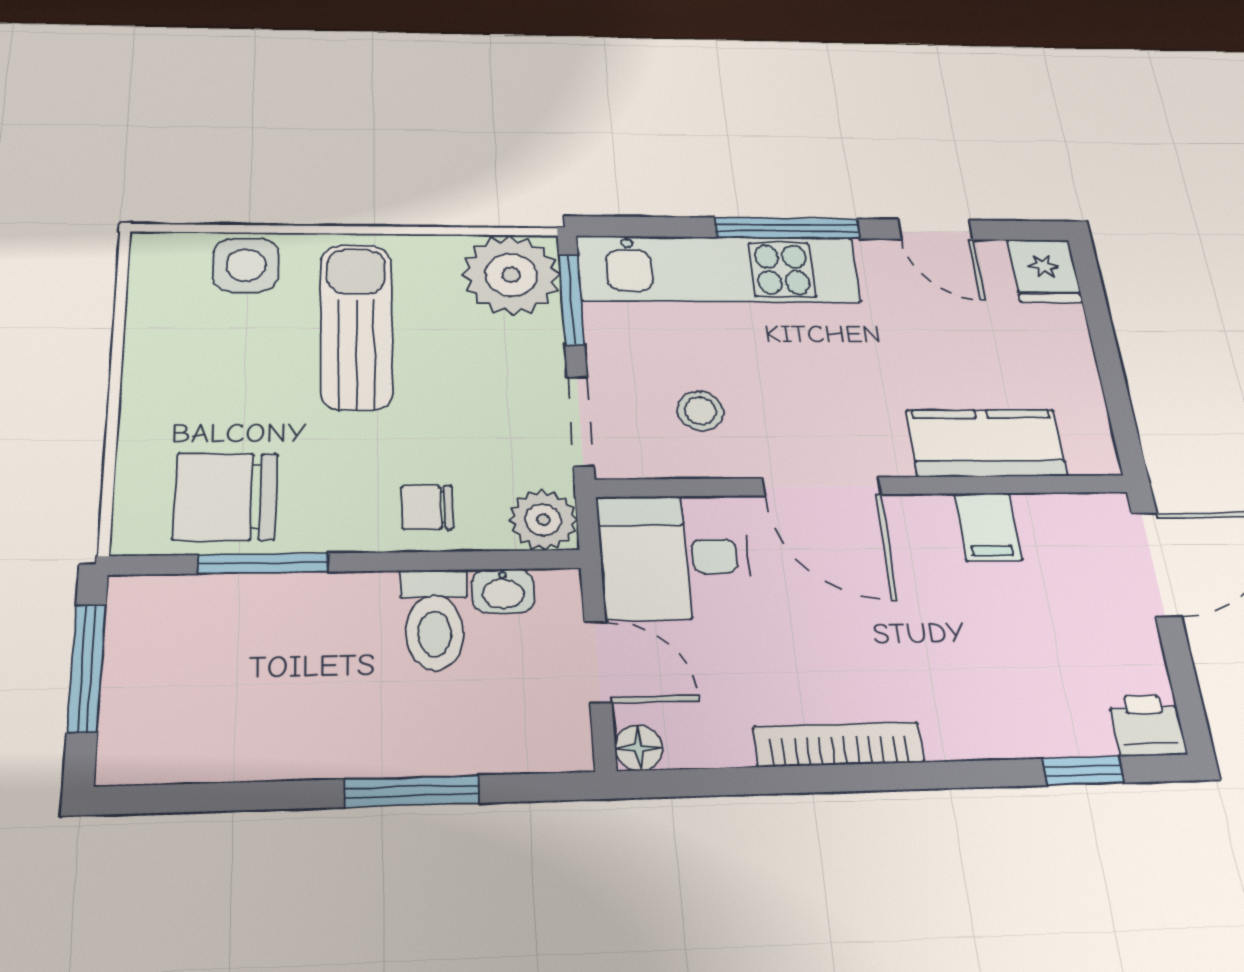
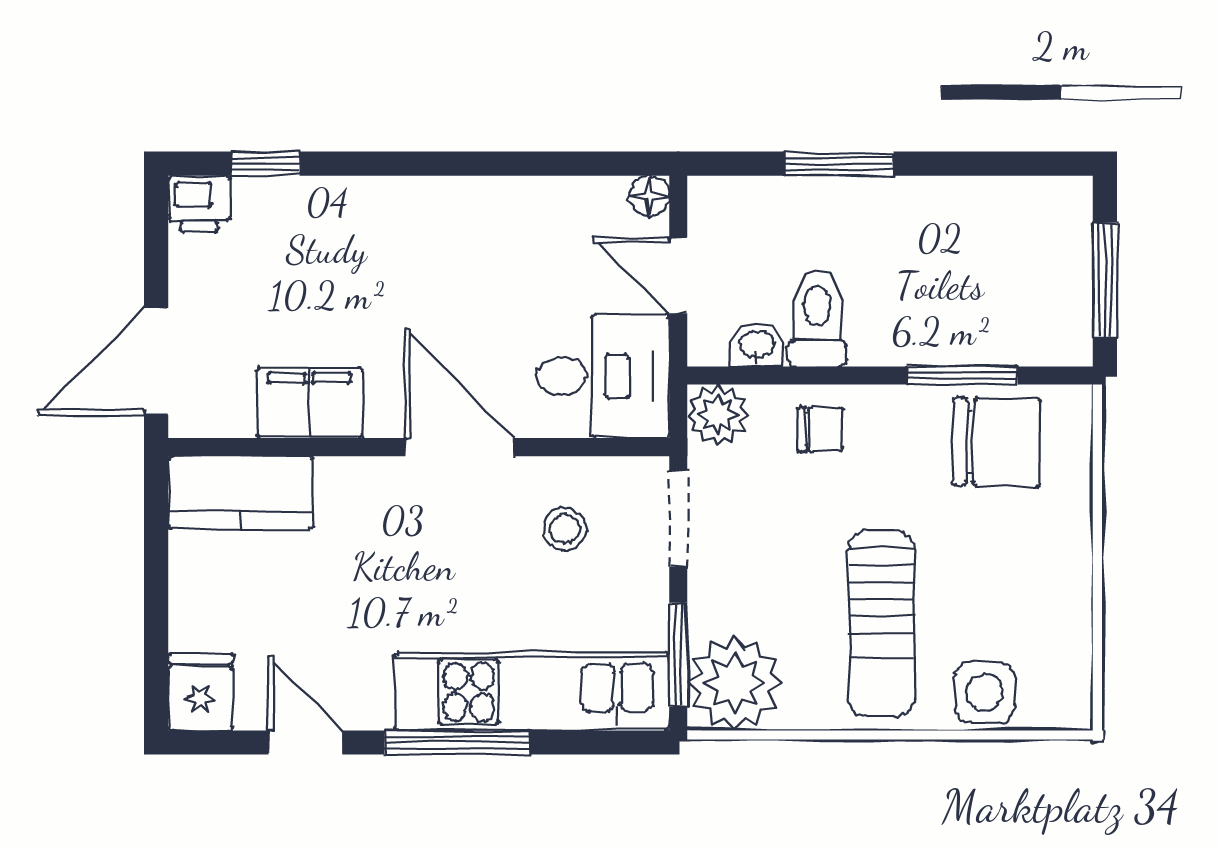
kitchen counter: (987, 443) -> (241, 492), moved
filing cabinet: (988, 527) -> (309, 403), width x2.00
bookcase: (839, 744) -> (477, 194), removed

